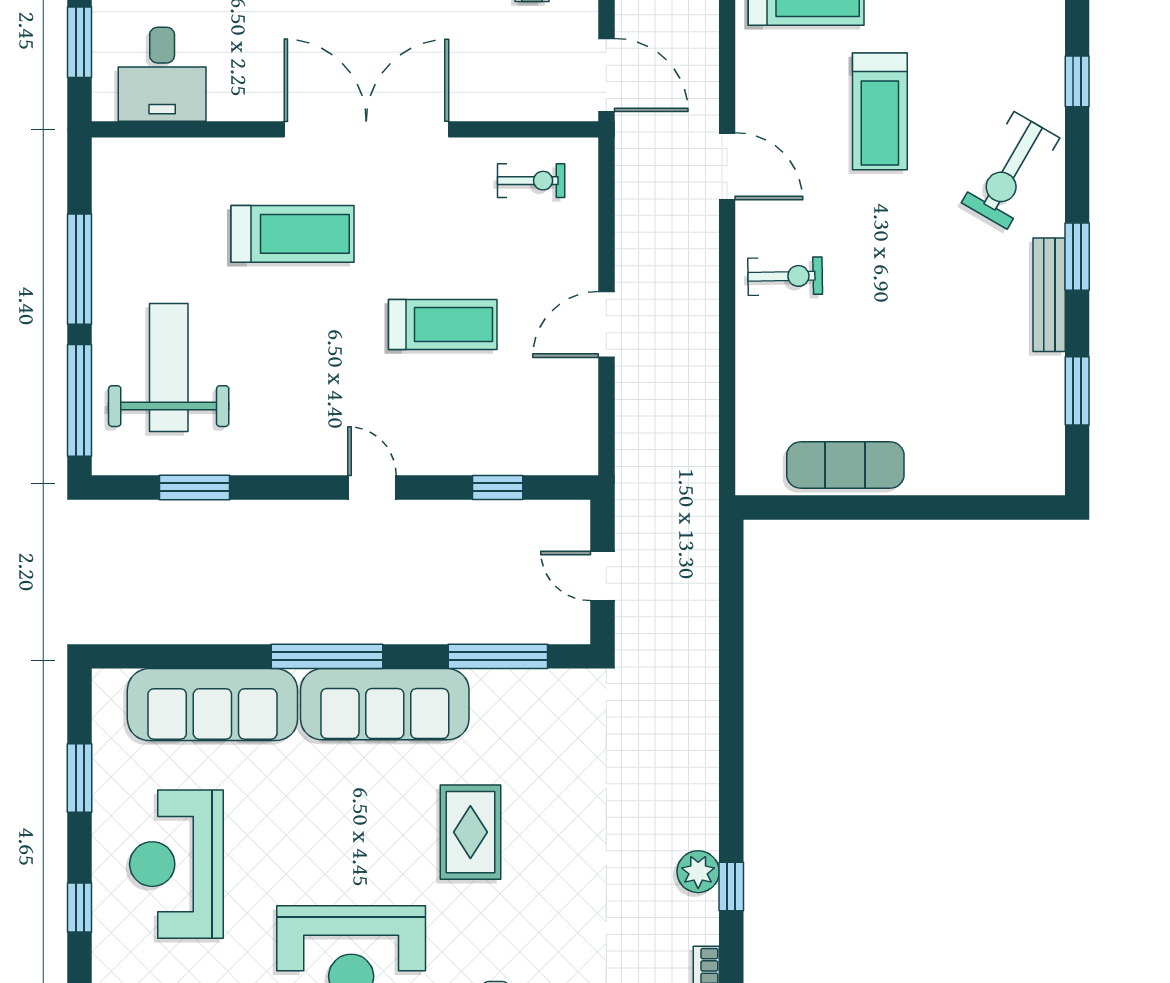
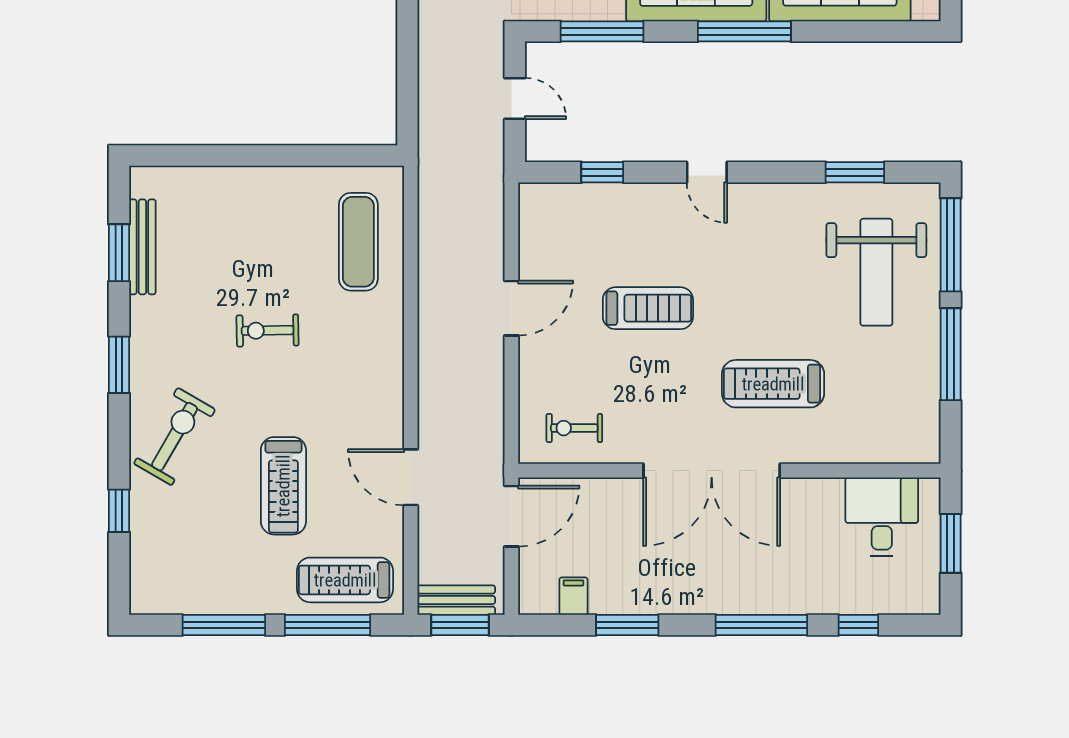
door: (606, 75) -> (511, 516), swing flipped
treadmill: (880, 111) -> (283, 486), turned 180
door: (727, 166) -> (411, 477), moved
exercise bike: (785, 276) -> (268, 330), moved
bench: (1049, 295) -> (142, 247), moved
treadmill: (443, 324) -> (648, 308), turned 180
exercise mat: (845, 465) -> (358, 242), moved, turned 90

